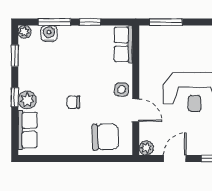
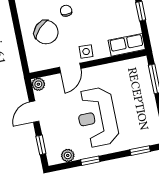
chair: (105, 137) -> (46, 32), moved, turned -43
door: (175, 158) -> (34, 112), swing flipped

